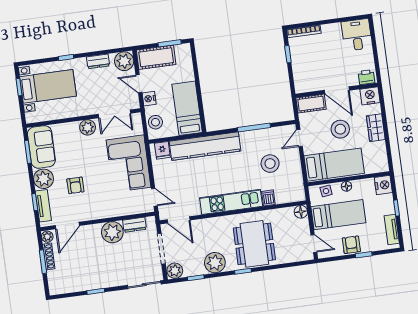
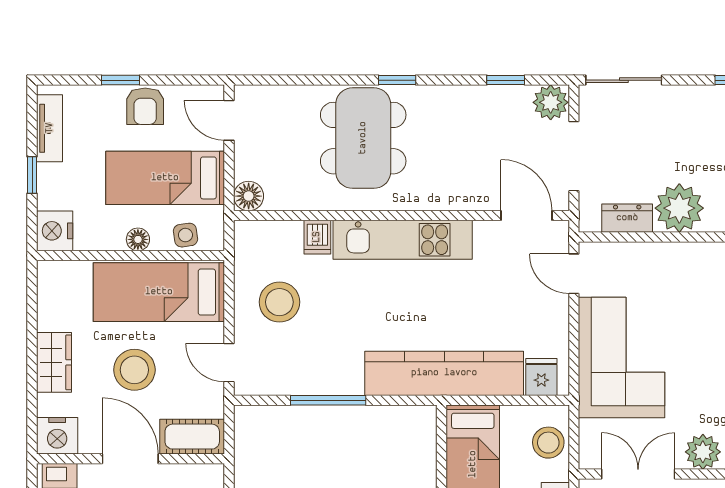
door: (299, 138) -> (229, 363), swing flipped
stool: (270, 164) -> (279, 302), moved
plant: (215, 263) -> (458, 108), removed

